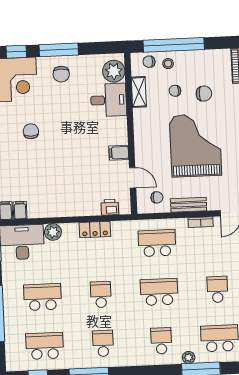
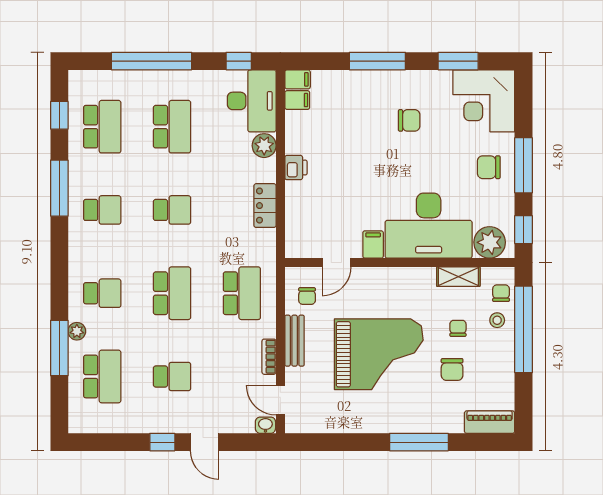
window: (16, 52) -> (523, 230), moved
desk: (109, 100) -> (429, 226), width x1.87, depth x1.30
printer: (110, 207) -> (296, 168), moved

